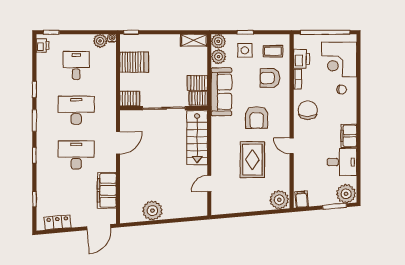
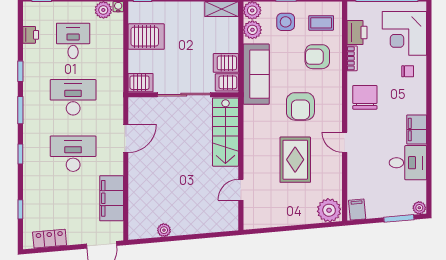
printer: (42, 45) -> (31, 35), moved
plant: (346, 194) -> (419, 208), width x0.53, depth x0.53
plant: (152, 211) -> (164, 230), width x0.53, depth x0.53

